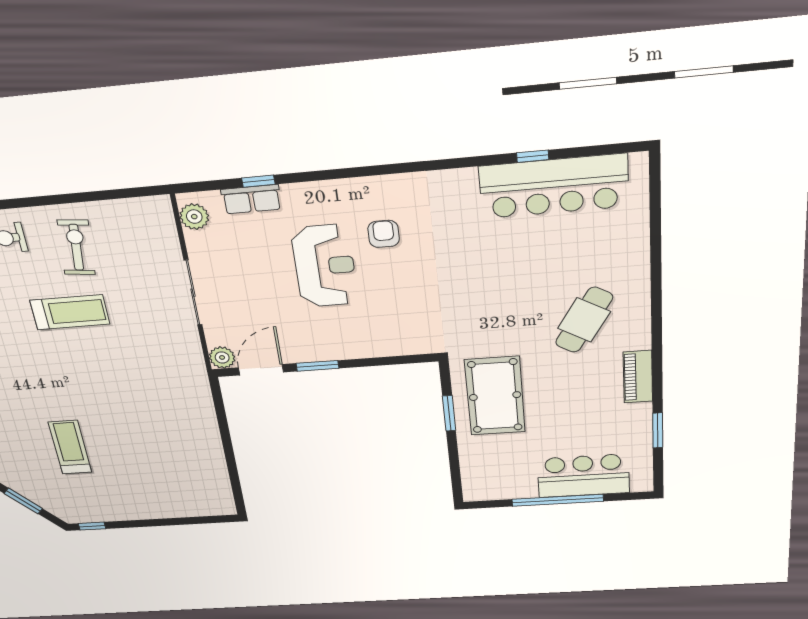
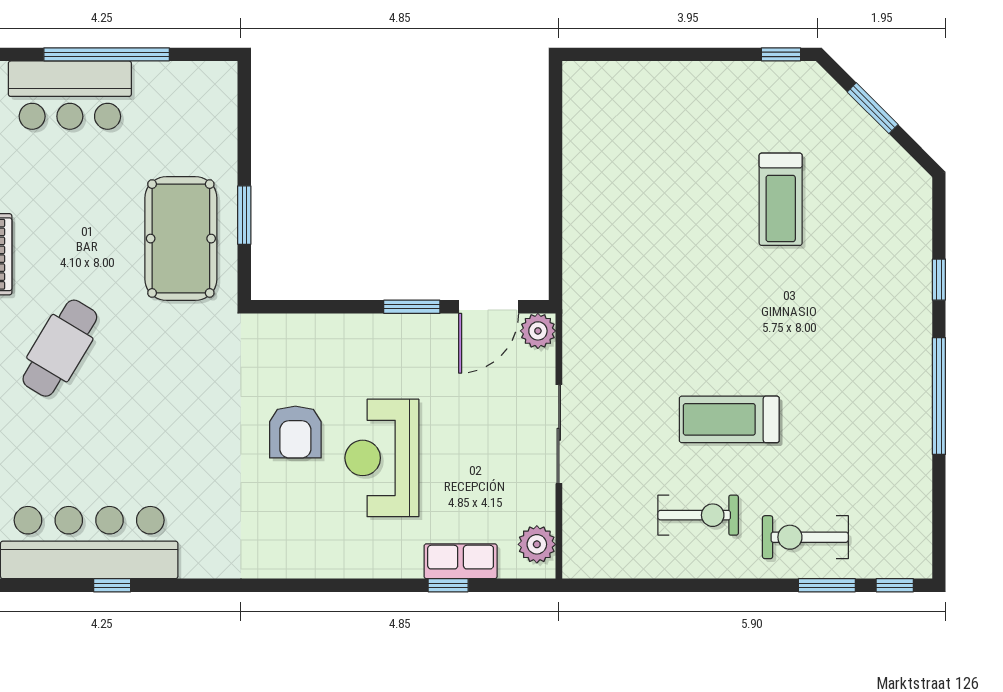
armchair: (384, 234) -> (295, 432), moved, width x1.38, depth x1.38
exercise bike: (76, 247) -> (698, 515), turned -96

